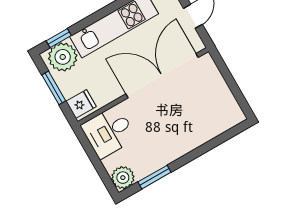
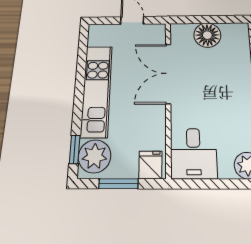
double door: (162, 76) -> (168, 73), width x0.73
floor lamp: (216, 90) -> (207, 35), added

